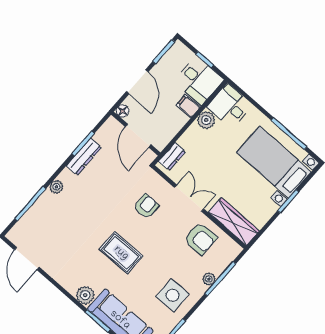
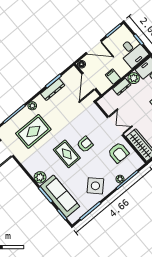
door: (137, 82) -> (94, 47), hinge flipped
filing cabinet: (188, 106) -> (113, 77), moved
dresser: (172, 157) -> (122, 87), moved
armchair: (146, 206) -> (85, 144), moved
rug: (64, 226) -> (33, 131), added
side table: (173, 295) -> (95, 186), turned 45

